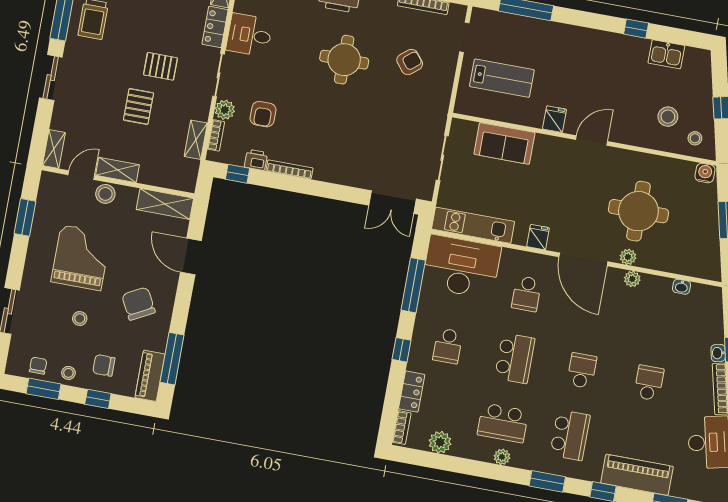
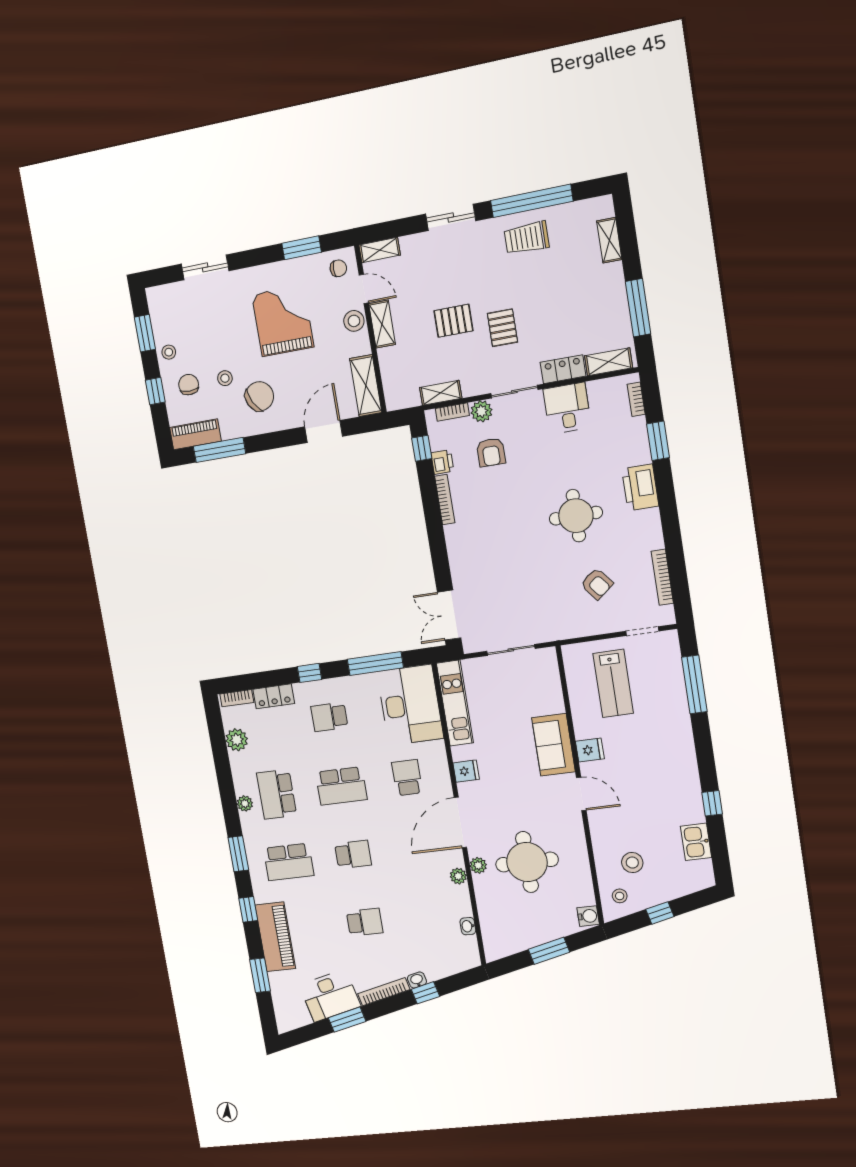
armchair: (263, 114) -> (491, 452), turned -90
sofa: (504, 143) -> (553, 745), moved
grand piano: (81, 258) -> (283, 321), turned -90
school desk: (527, 294) -> (407, 778), turned 90
stool: (80, 319) -> (225, 378), moved
chair: (38, 366) -> (338, 268), moved

